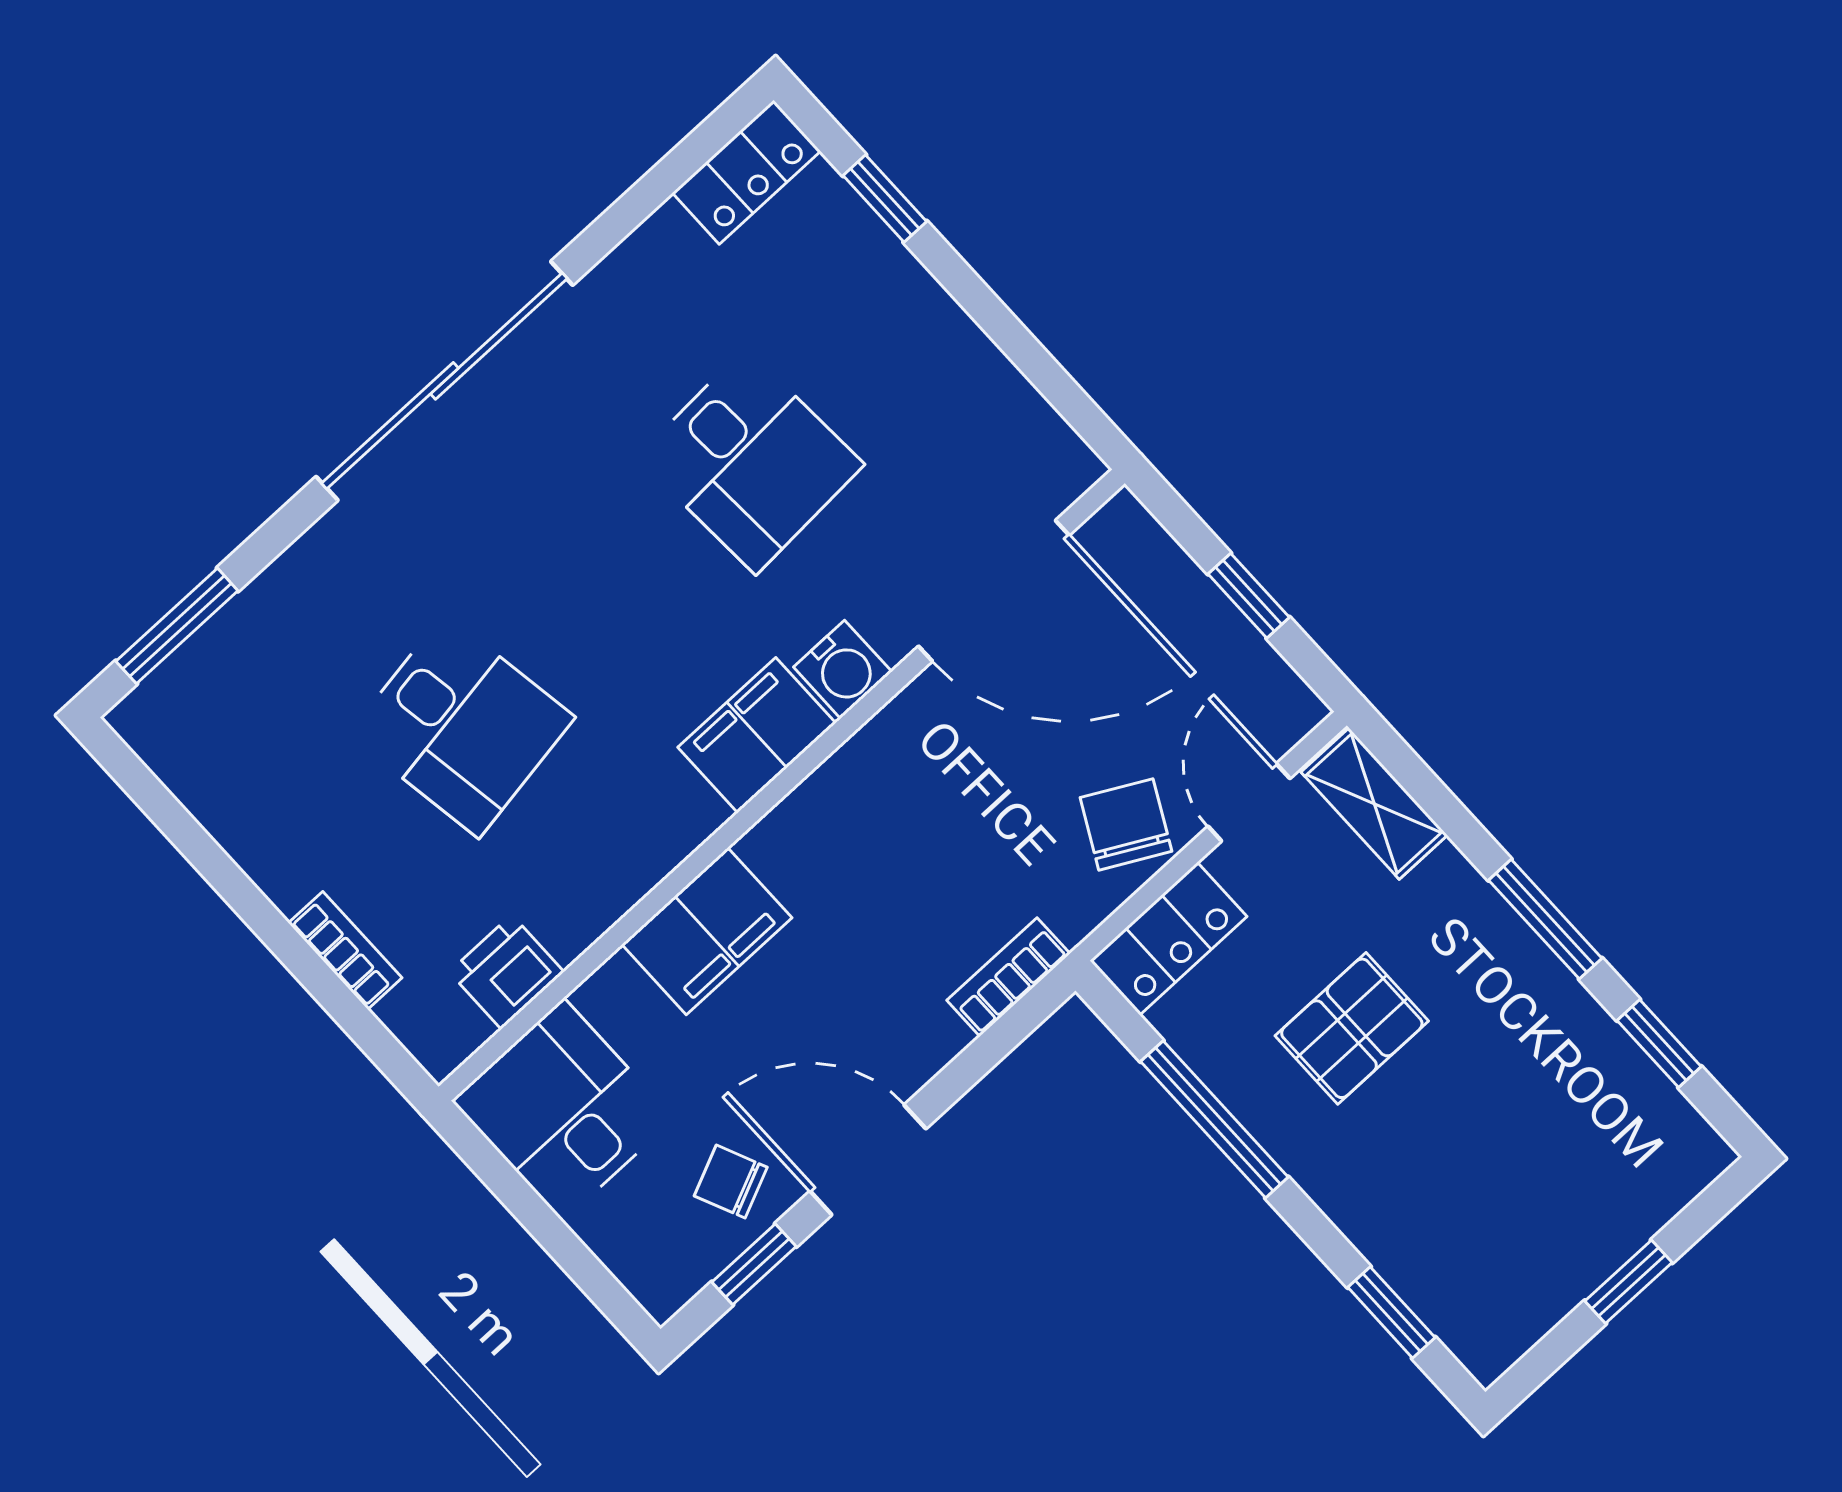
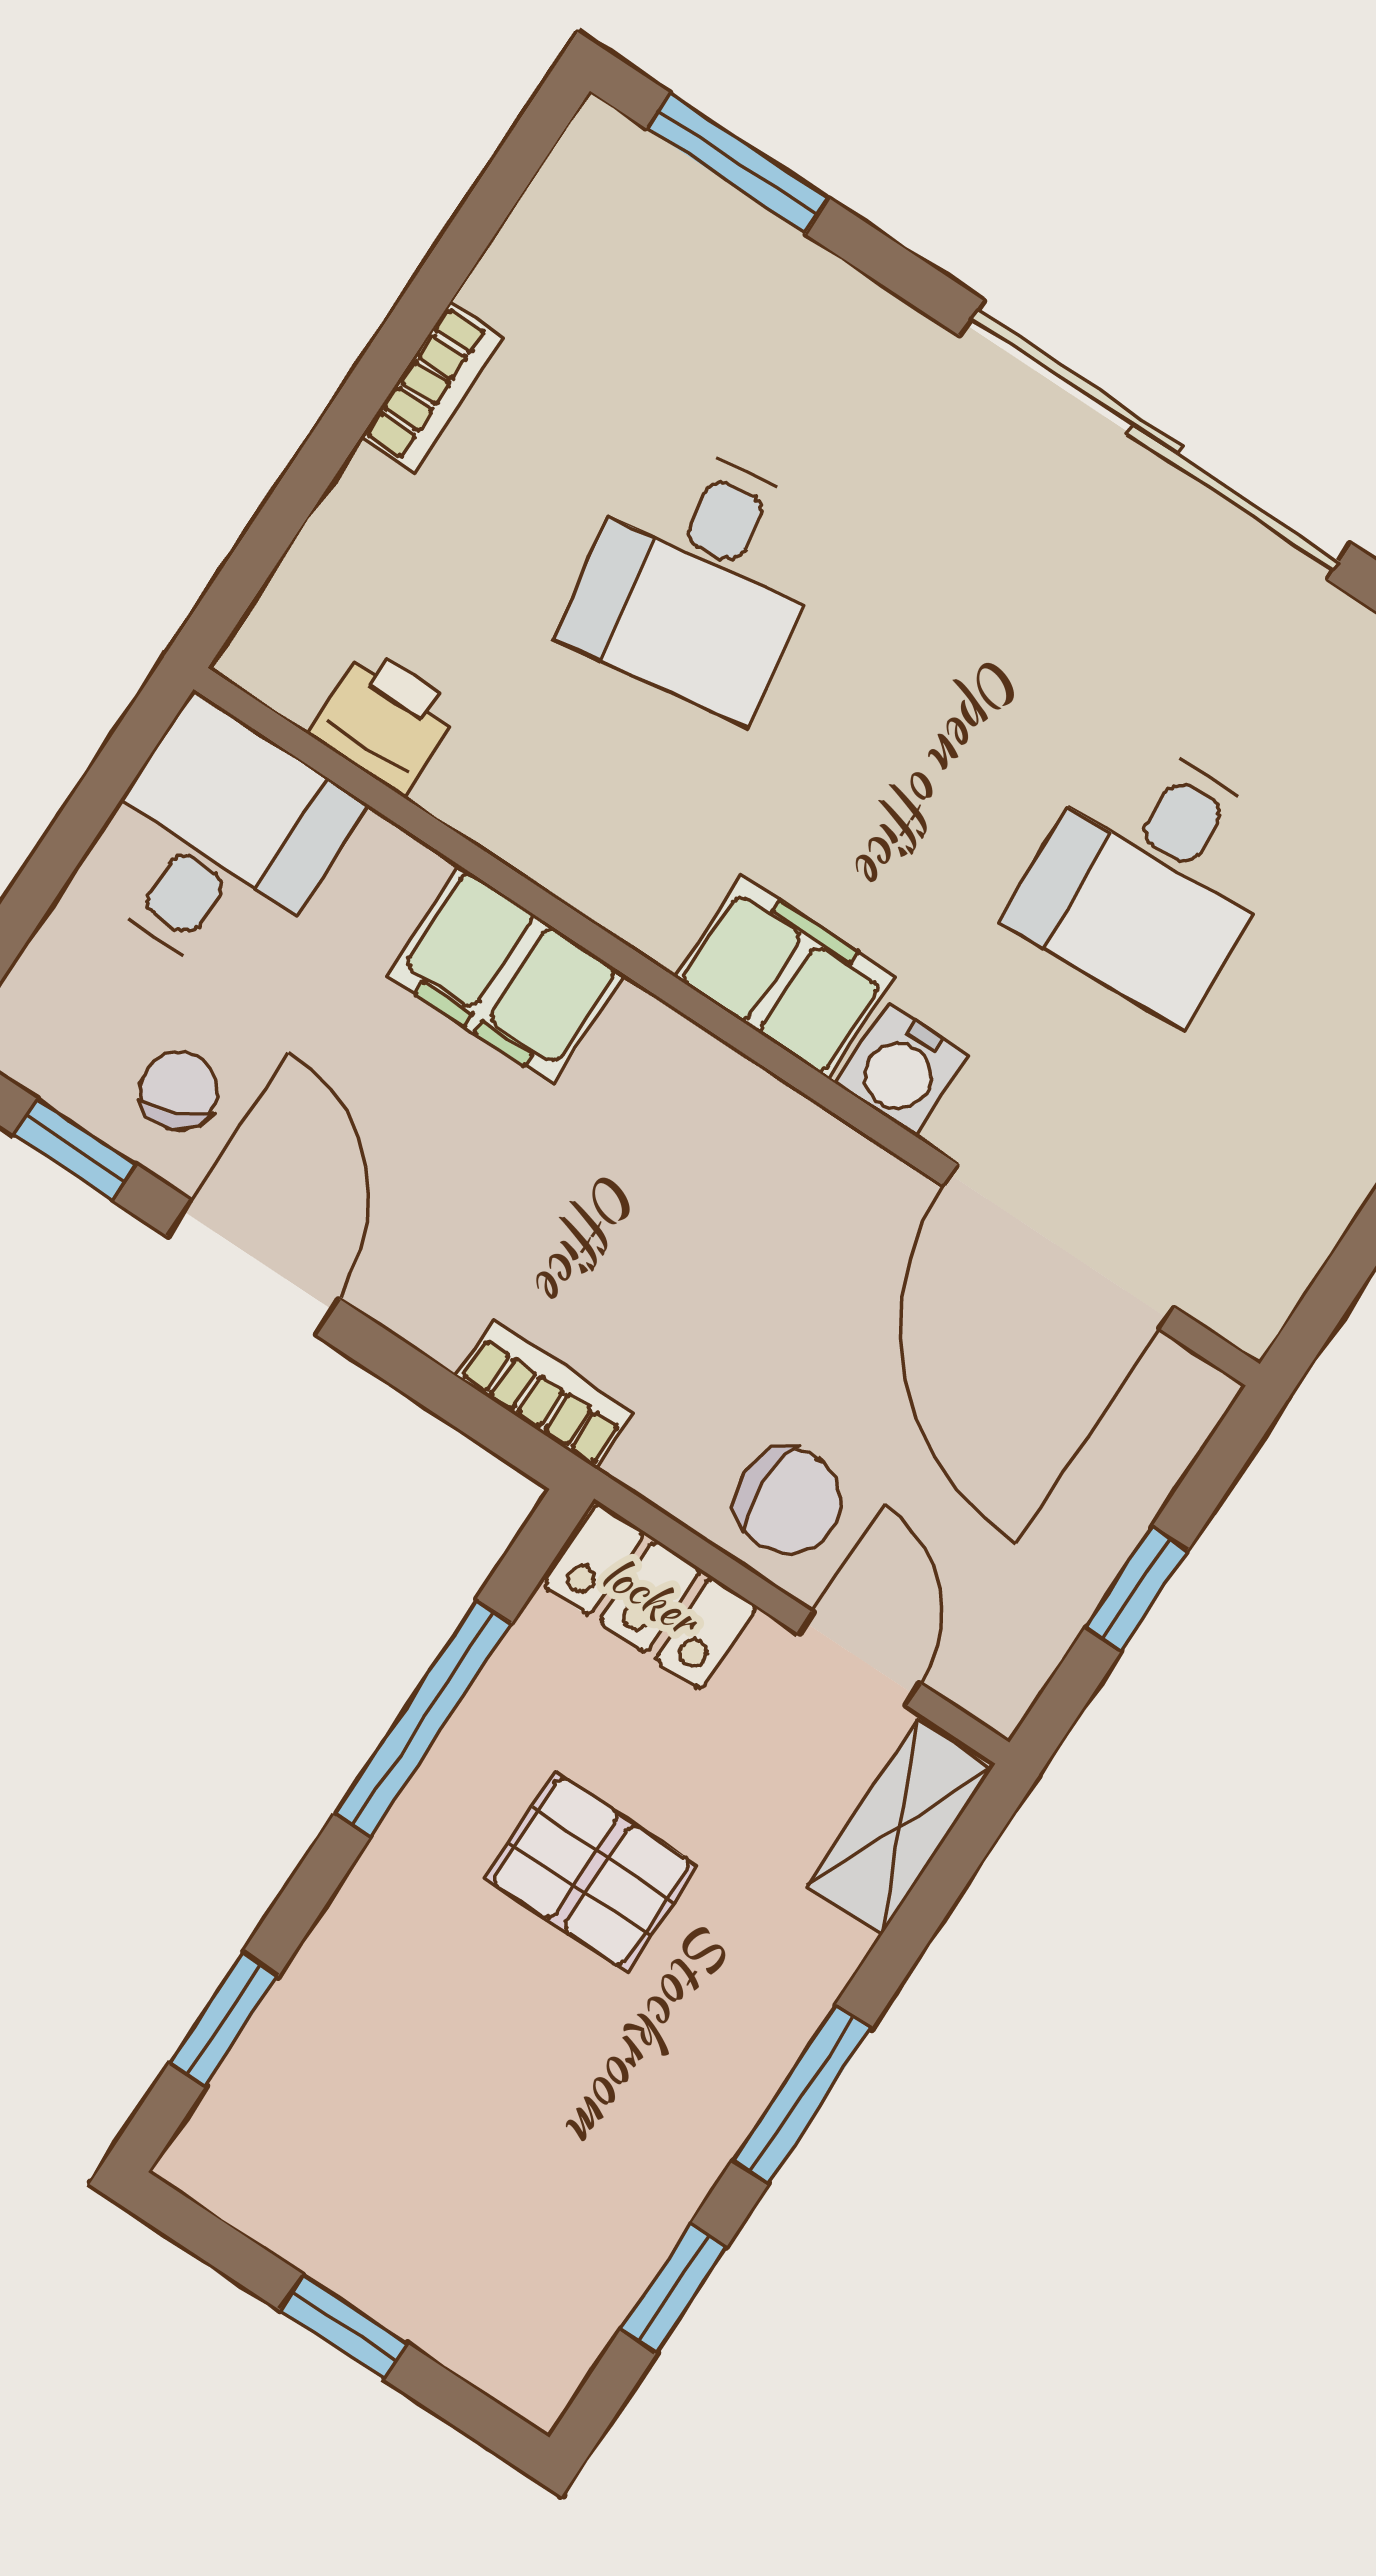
door: (1249, 802) -> (859, 1658), hinge flipped
chair: (1126, 824) -> (789, 1501), turned 62
bookcase: (345, 950) -> (432, 387), moved

